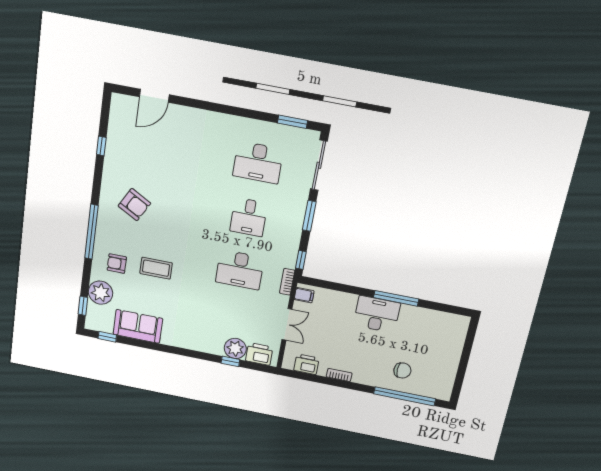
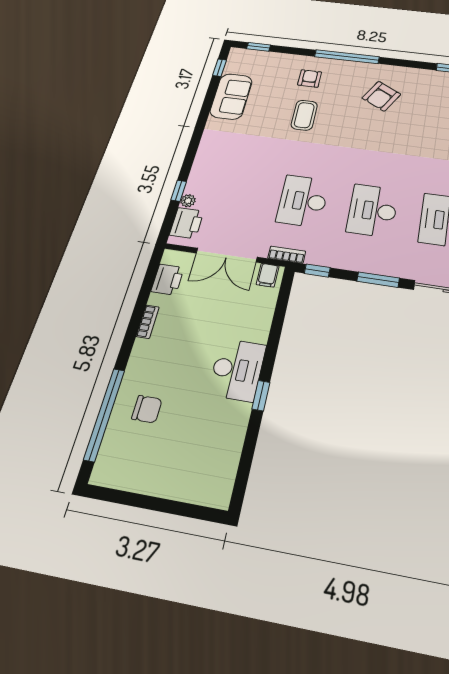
desk: (249, 217) -> (373, 211), width x1.37
plant: (101, 293) -> (274, 63), removed
window: (396, 298) -> (261, 396), width x0.46
double door: (287, 324) -> (227, 255), width x1.37
plant: (235, 348) -> (188, 201), width x0.53, depth x0.53
chair: (402, 370) -> (147, 409), turned -90

